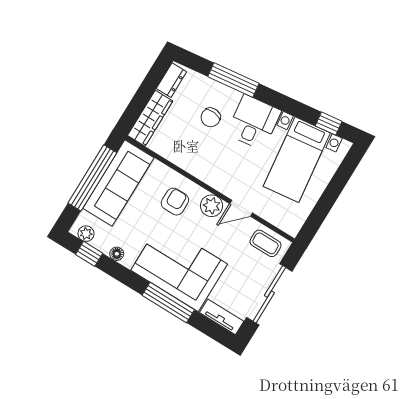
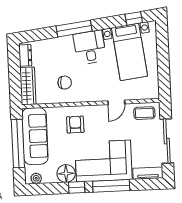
window: (233, 80) -> (74, 29), moved
chair: (211, 117) -> (65, 83), moved, turned -96
plant: (212, 206) -> (98, 112), removed
window: (89, 254) -> (77, 187), moved
floor lamp: (117, 254) -> (66, 173), width x1.89, depth x1.89

